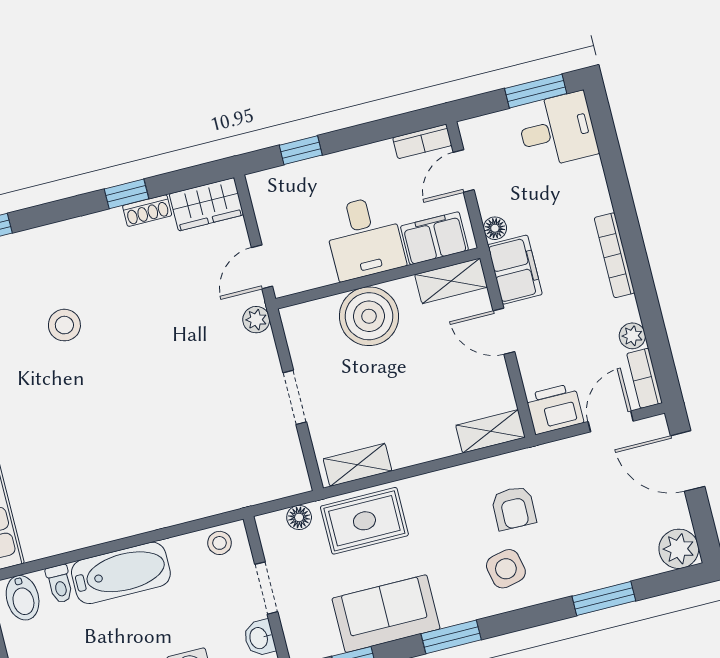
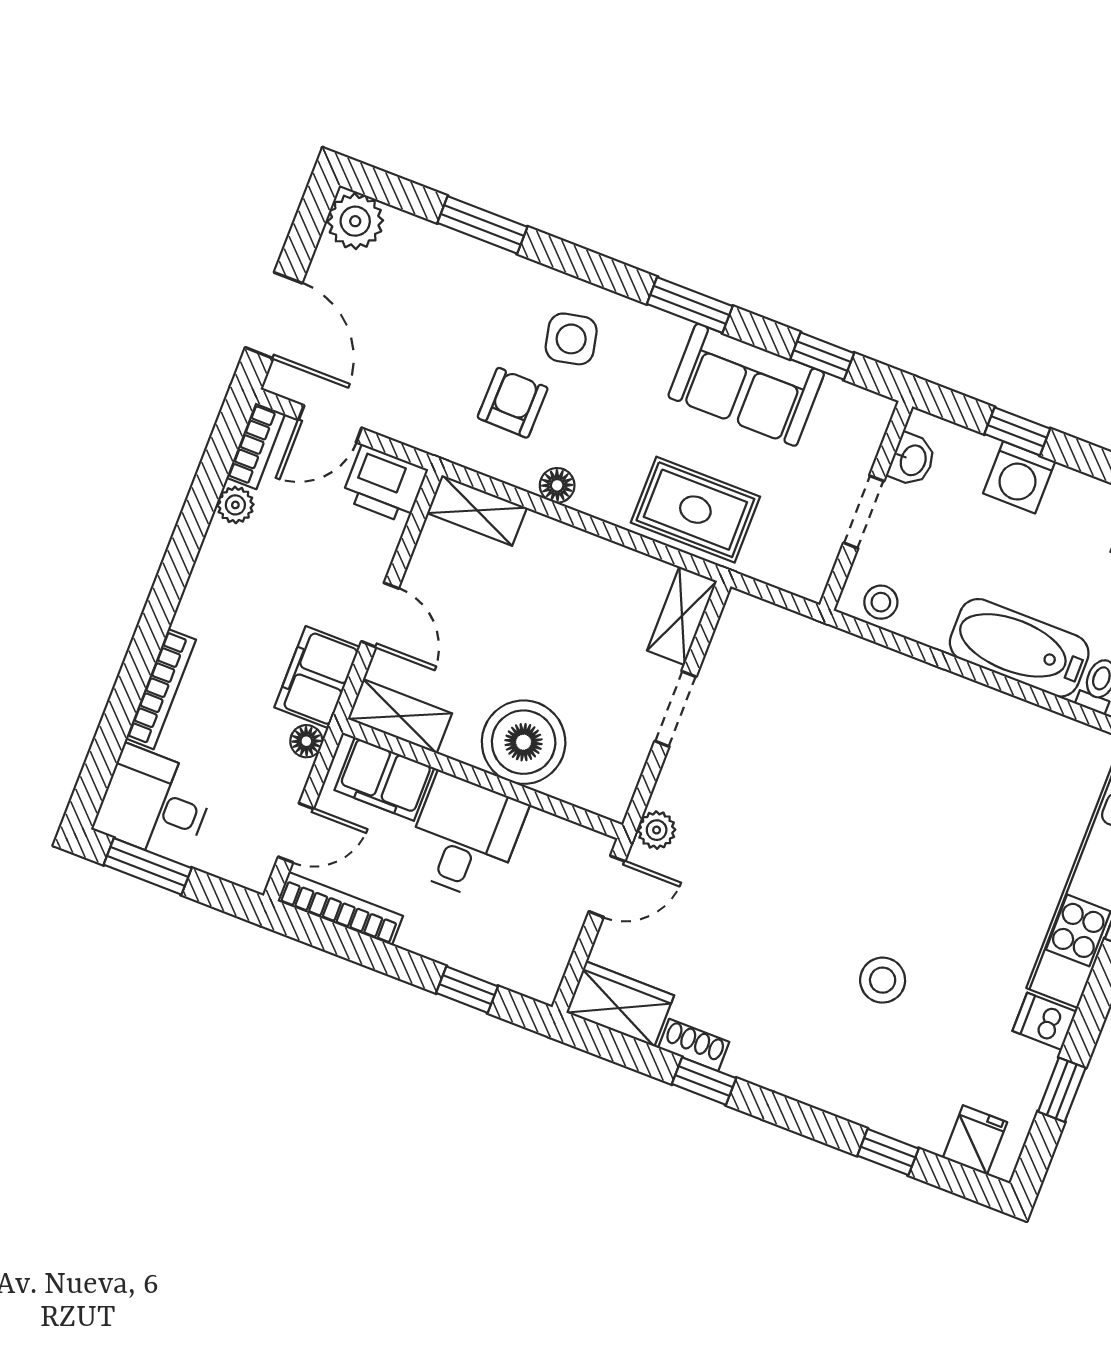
bookcase: (422, 141) -> (340, 909), width x1.56
bookcase: (615, 255) -> (161, 689), moved
shelving: (358, 465) -> (682, 616), moved, turned 90
floor lamp: (299, 517) -> (557, 485), moved

